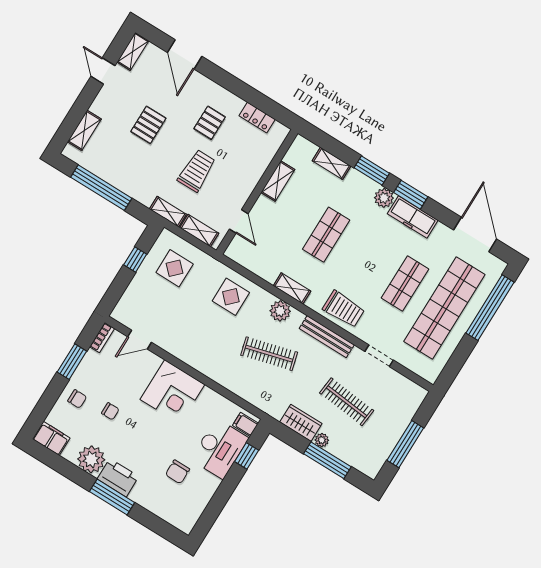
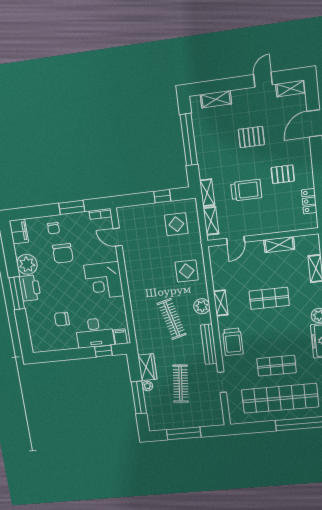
chair: (110, 411) -> (63, 253), width x1.87, depth x1.87

